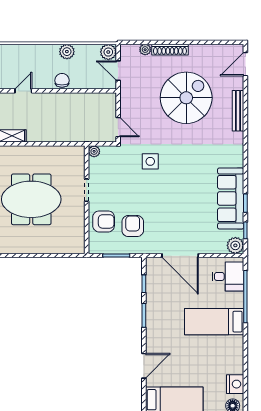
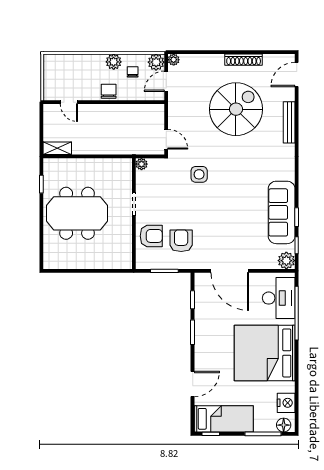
plant: (145, 50) -> (174, 60), moved
shoe rack: (170, 50) -> (244, 60), moved
chair: (85, 62) -> (133, 72), added
door: (118, 71) -> (166, 81), hinge flipped
door: (23, 91) -> (69, 102), swing flipped
desk: (228, 276) -> (279, 298), width x1.37
bed: (214, 322) -> (265, 353), width x2.04

